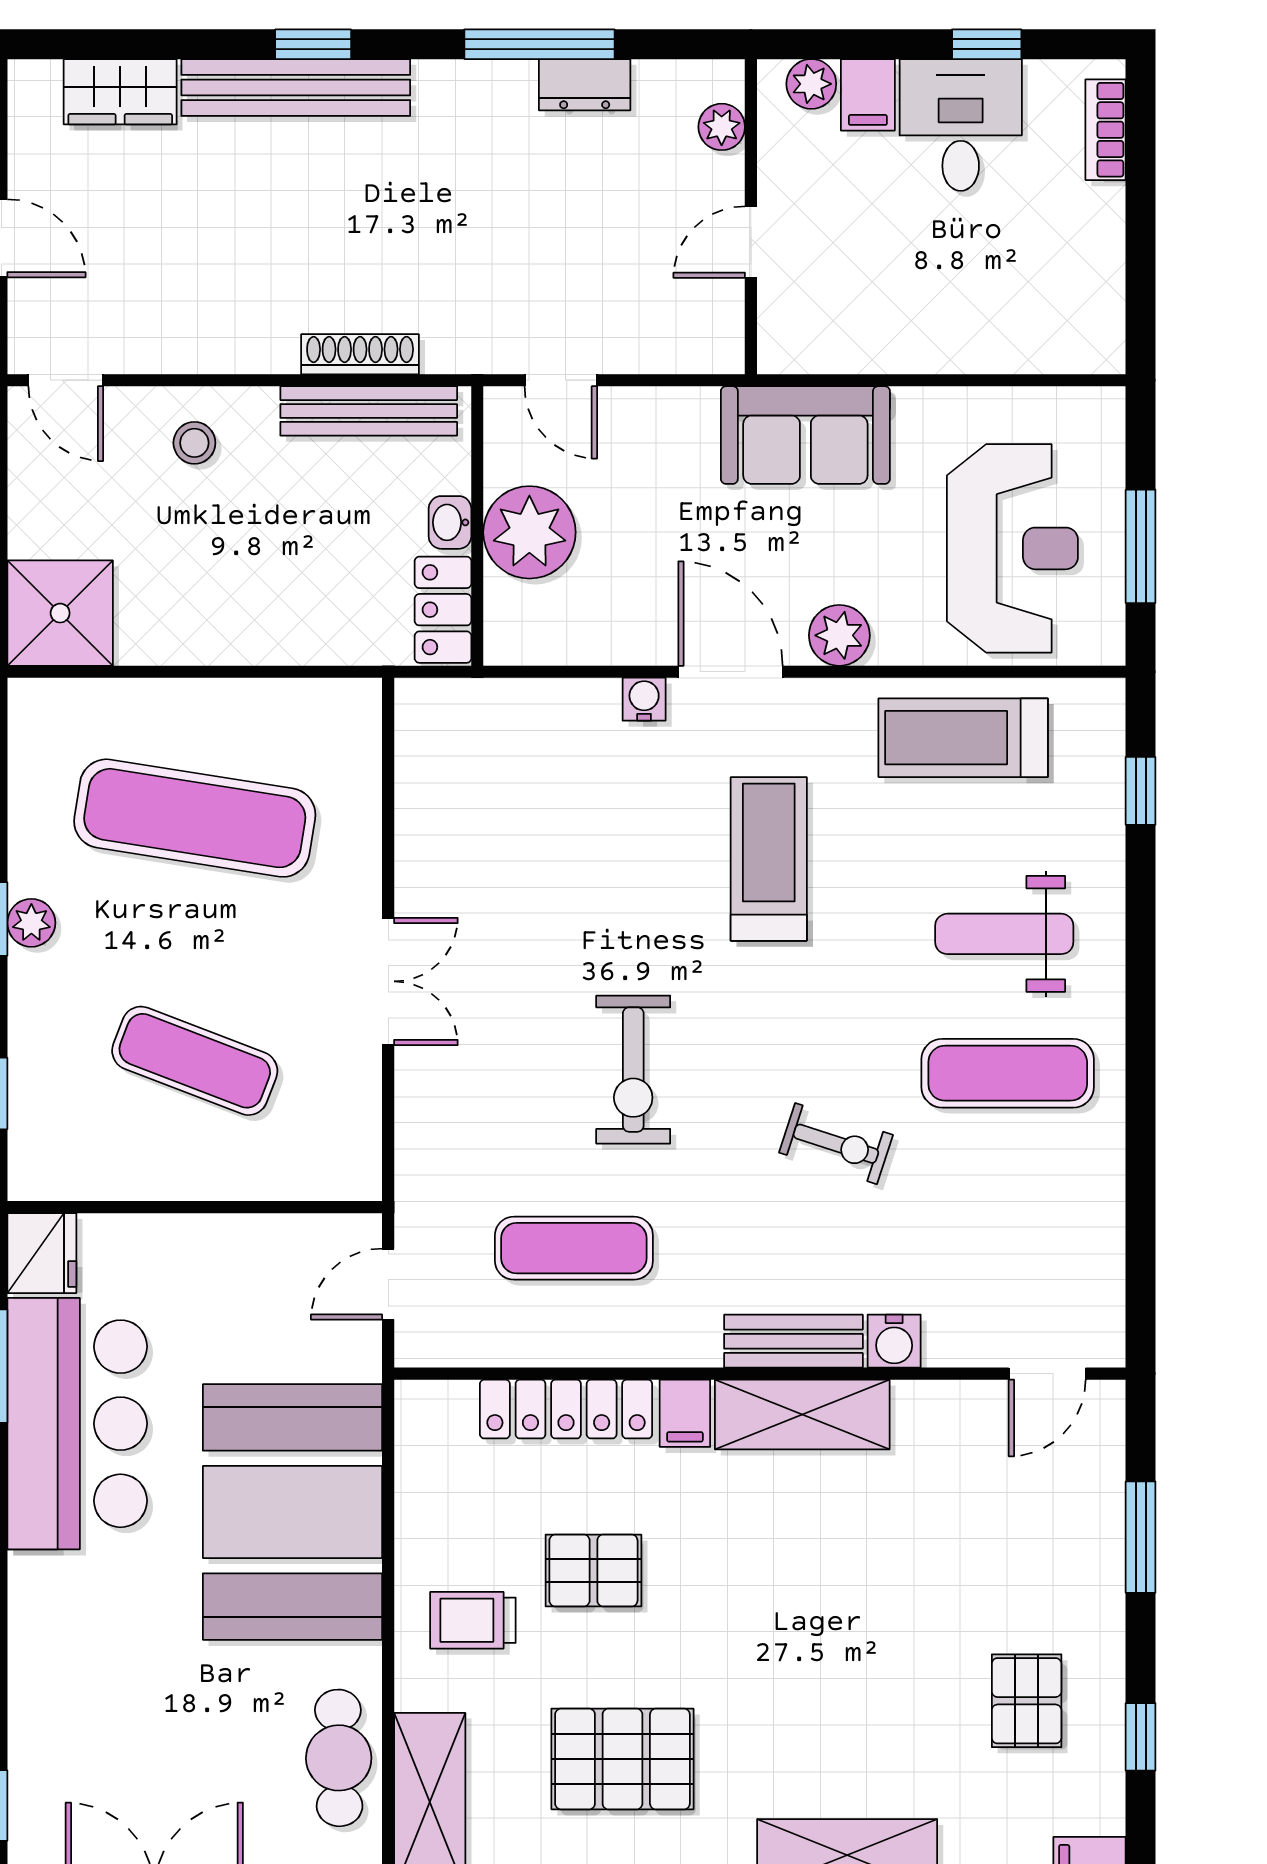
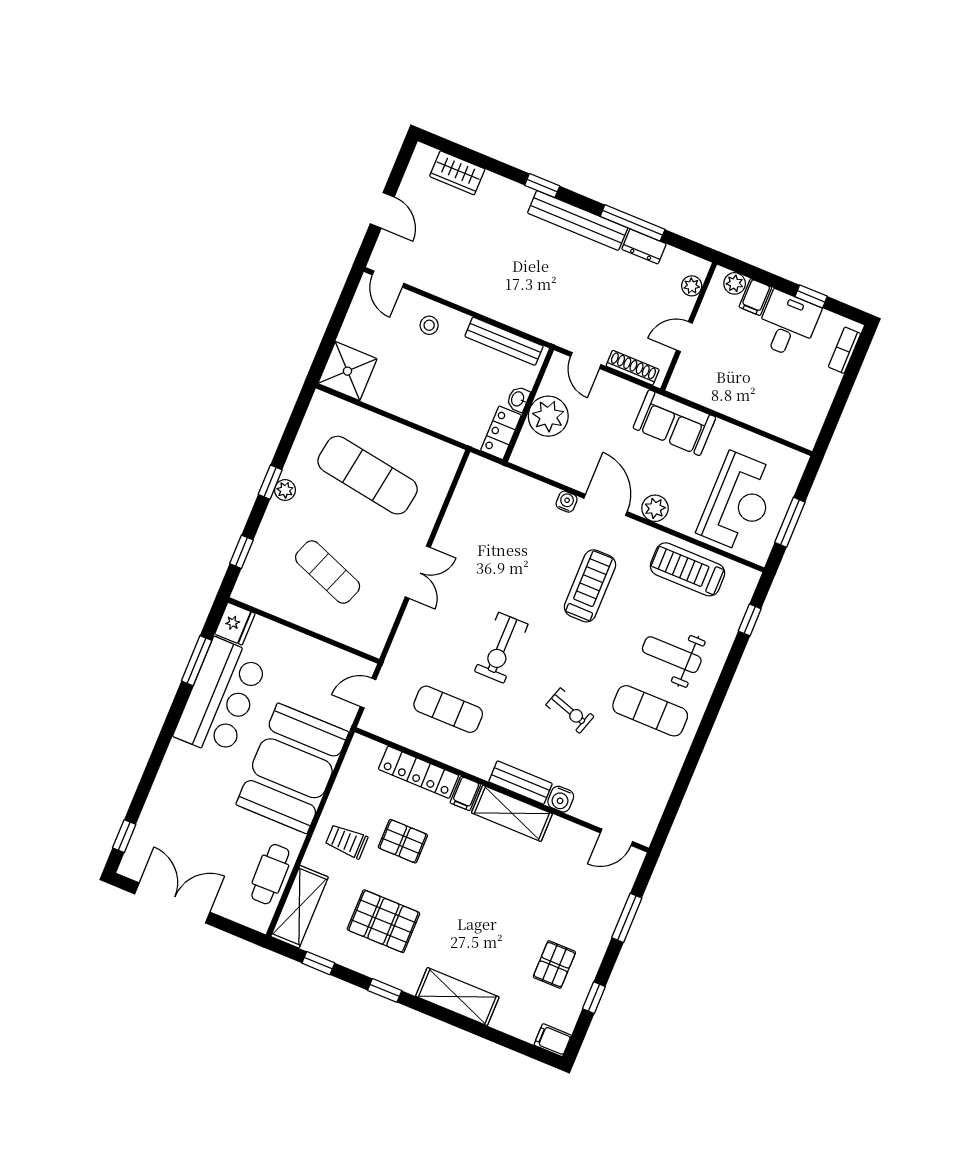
bench: (296, 87) -> (578, 220), moved
shoe rack: (360, 354) -> (633, 368), moved

